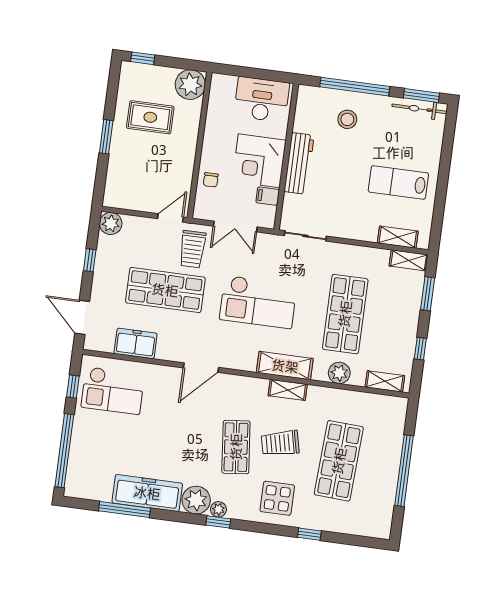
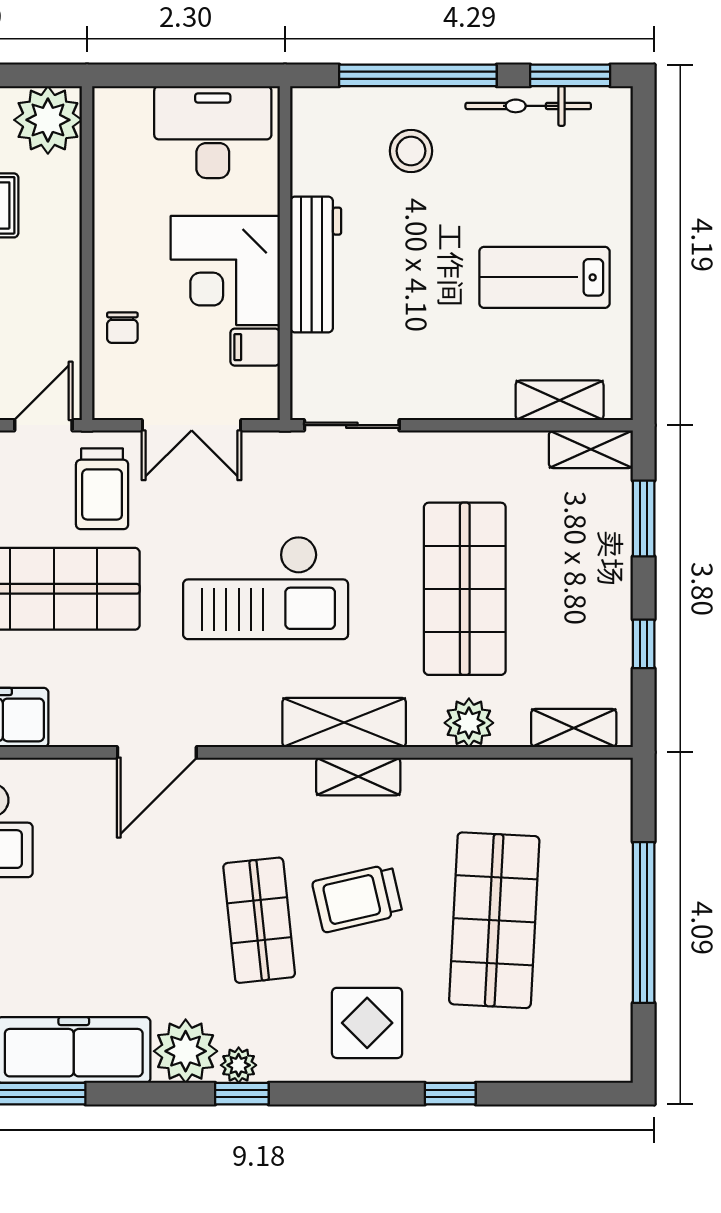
bicycle: (420, 109) -> (528, 106), moved

